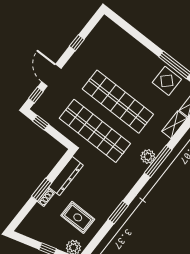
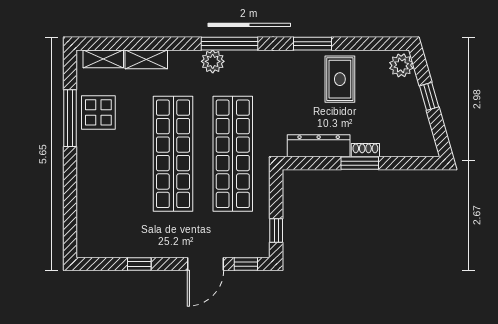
window: (158, 161) -> (229, 44), moved
rug: (78, 217) -> (340, 79), moved

